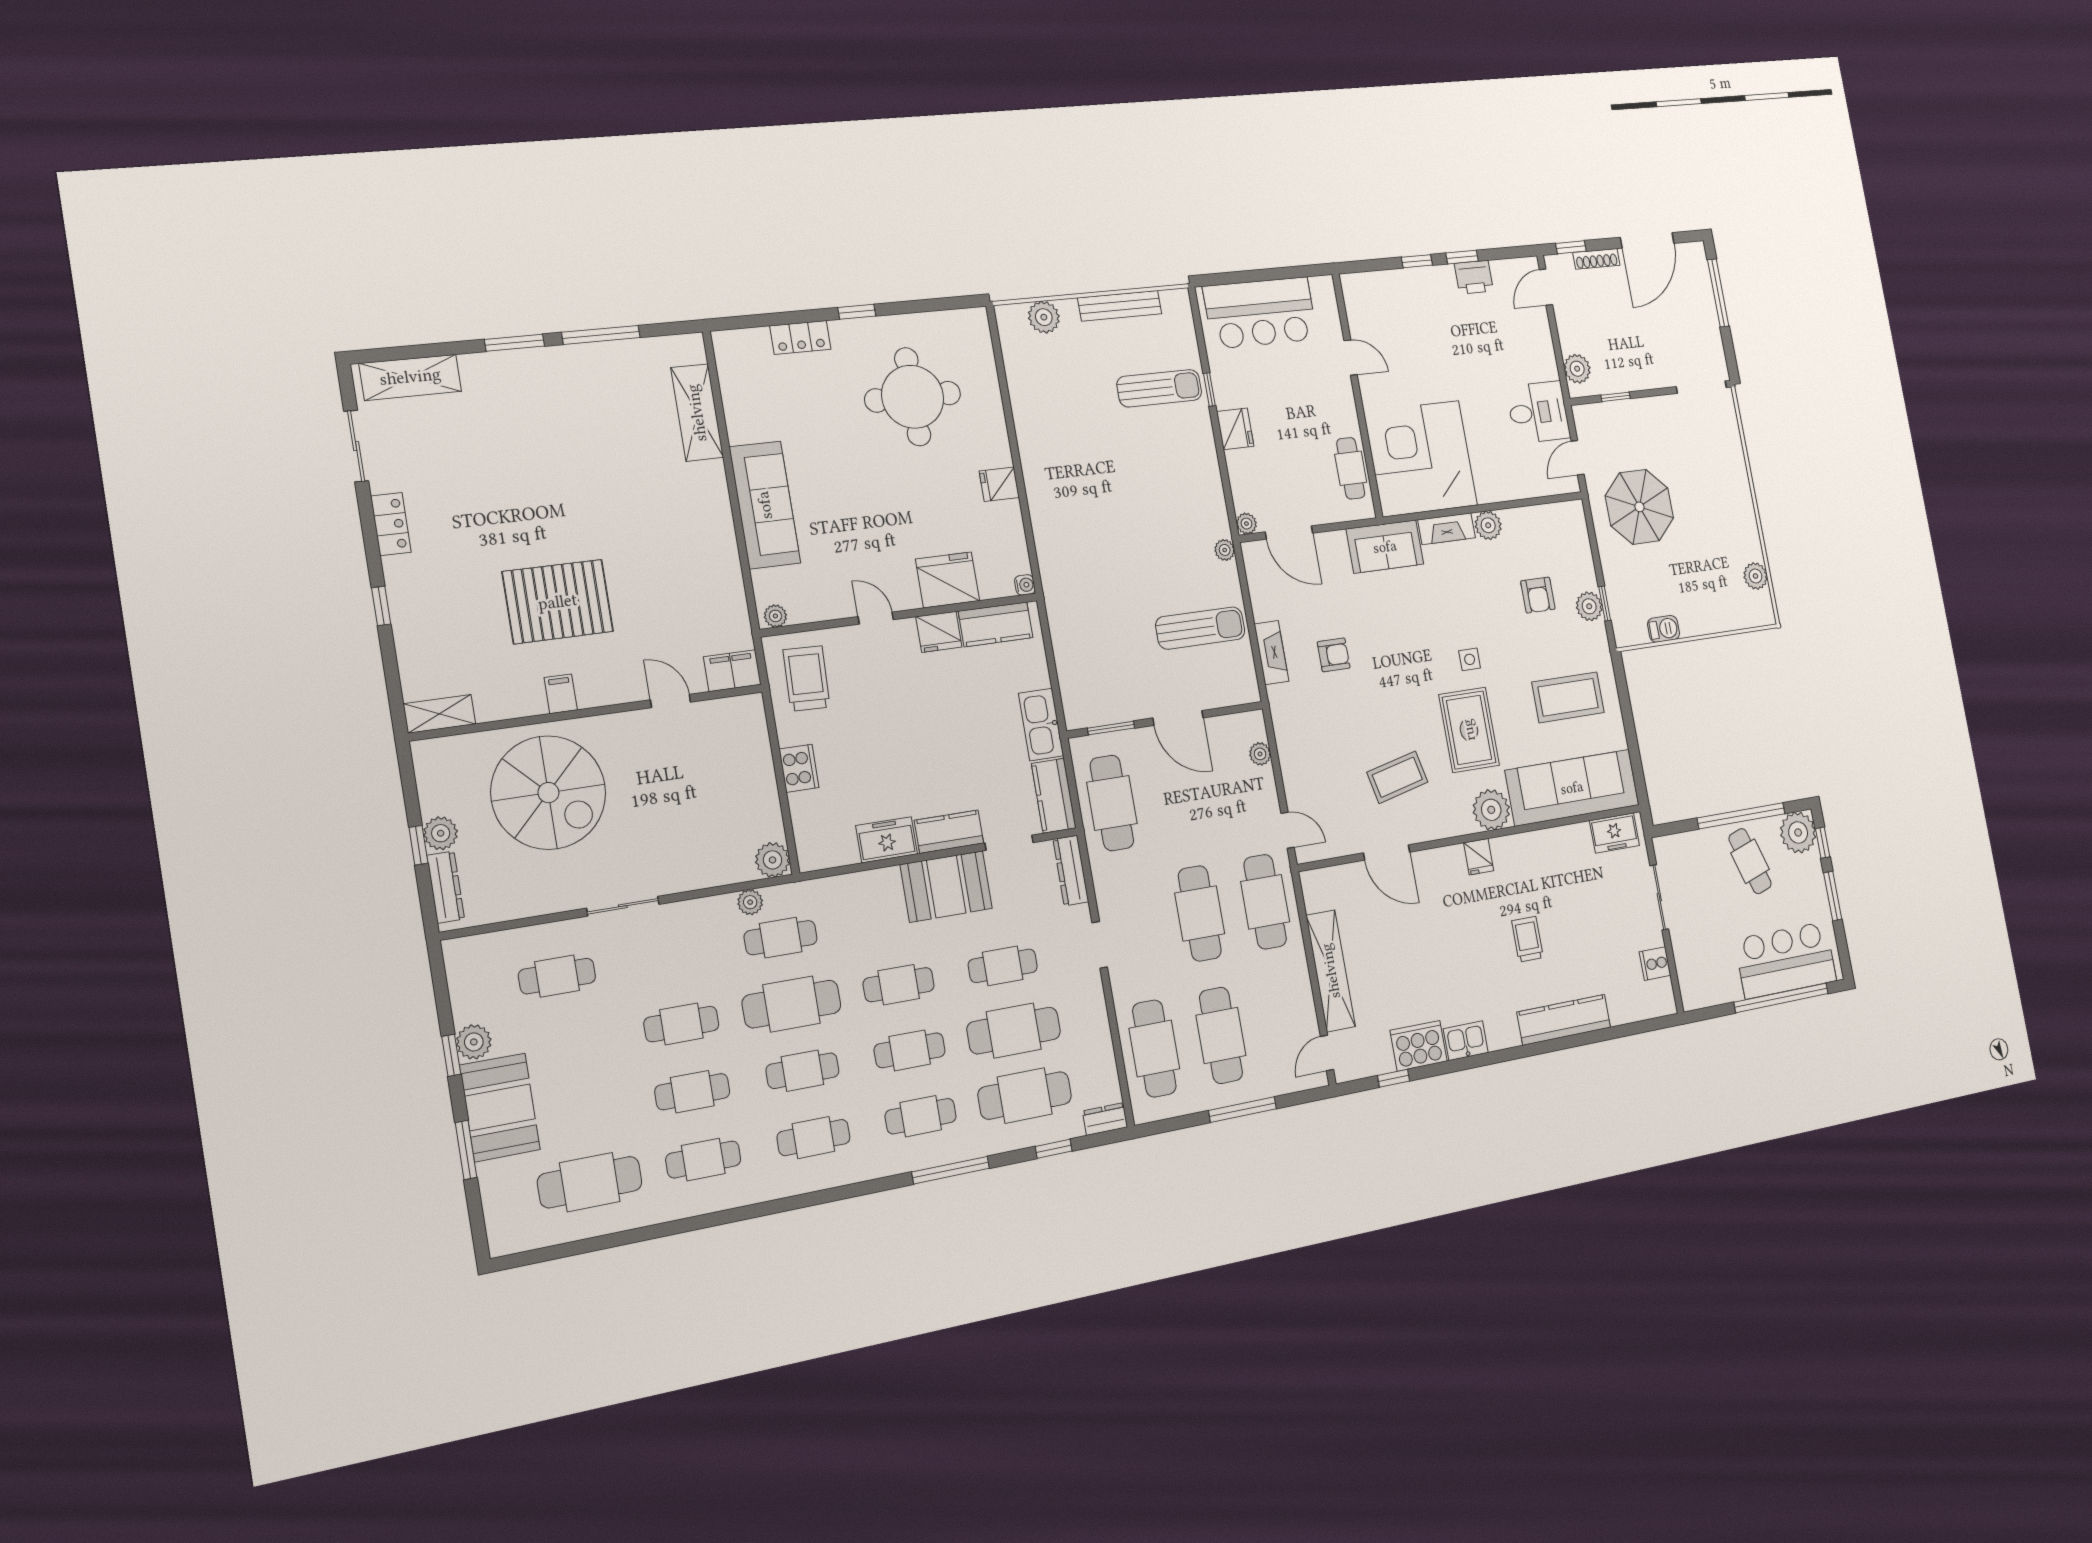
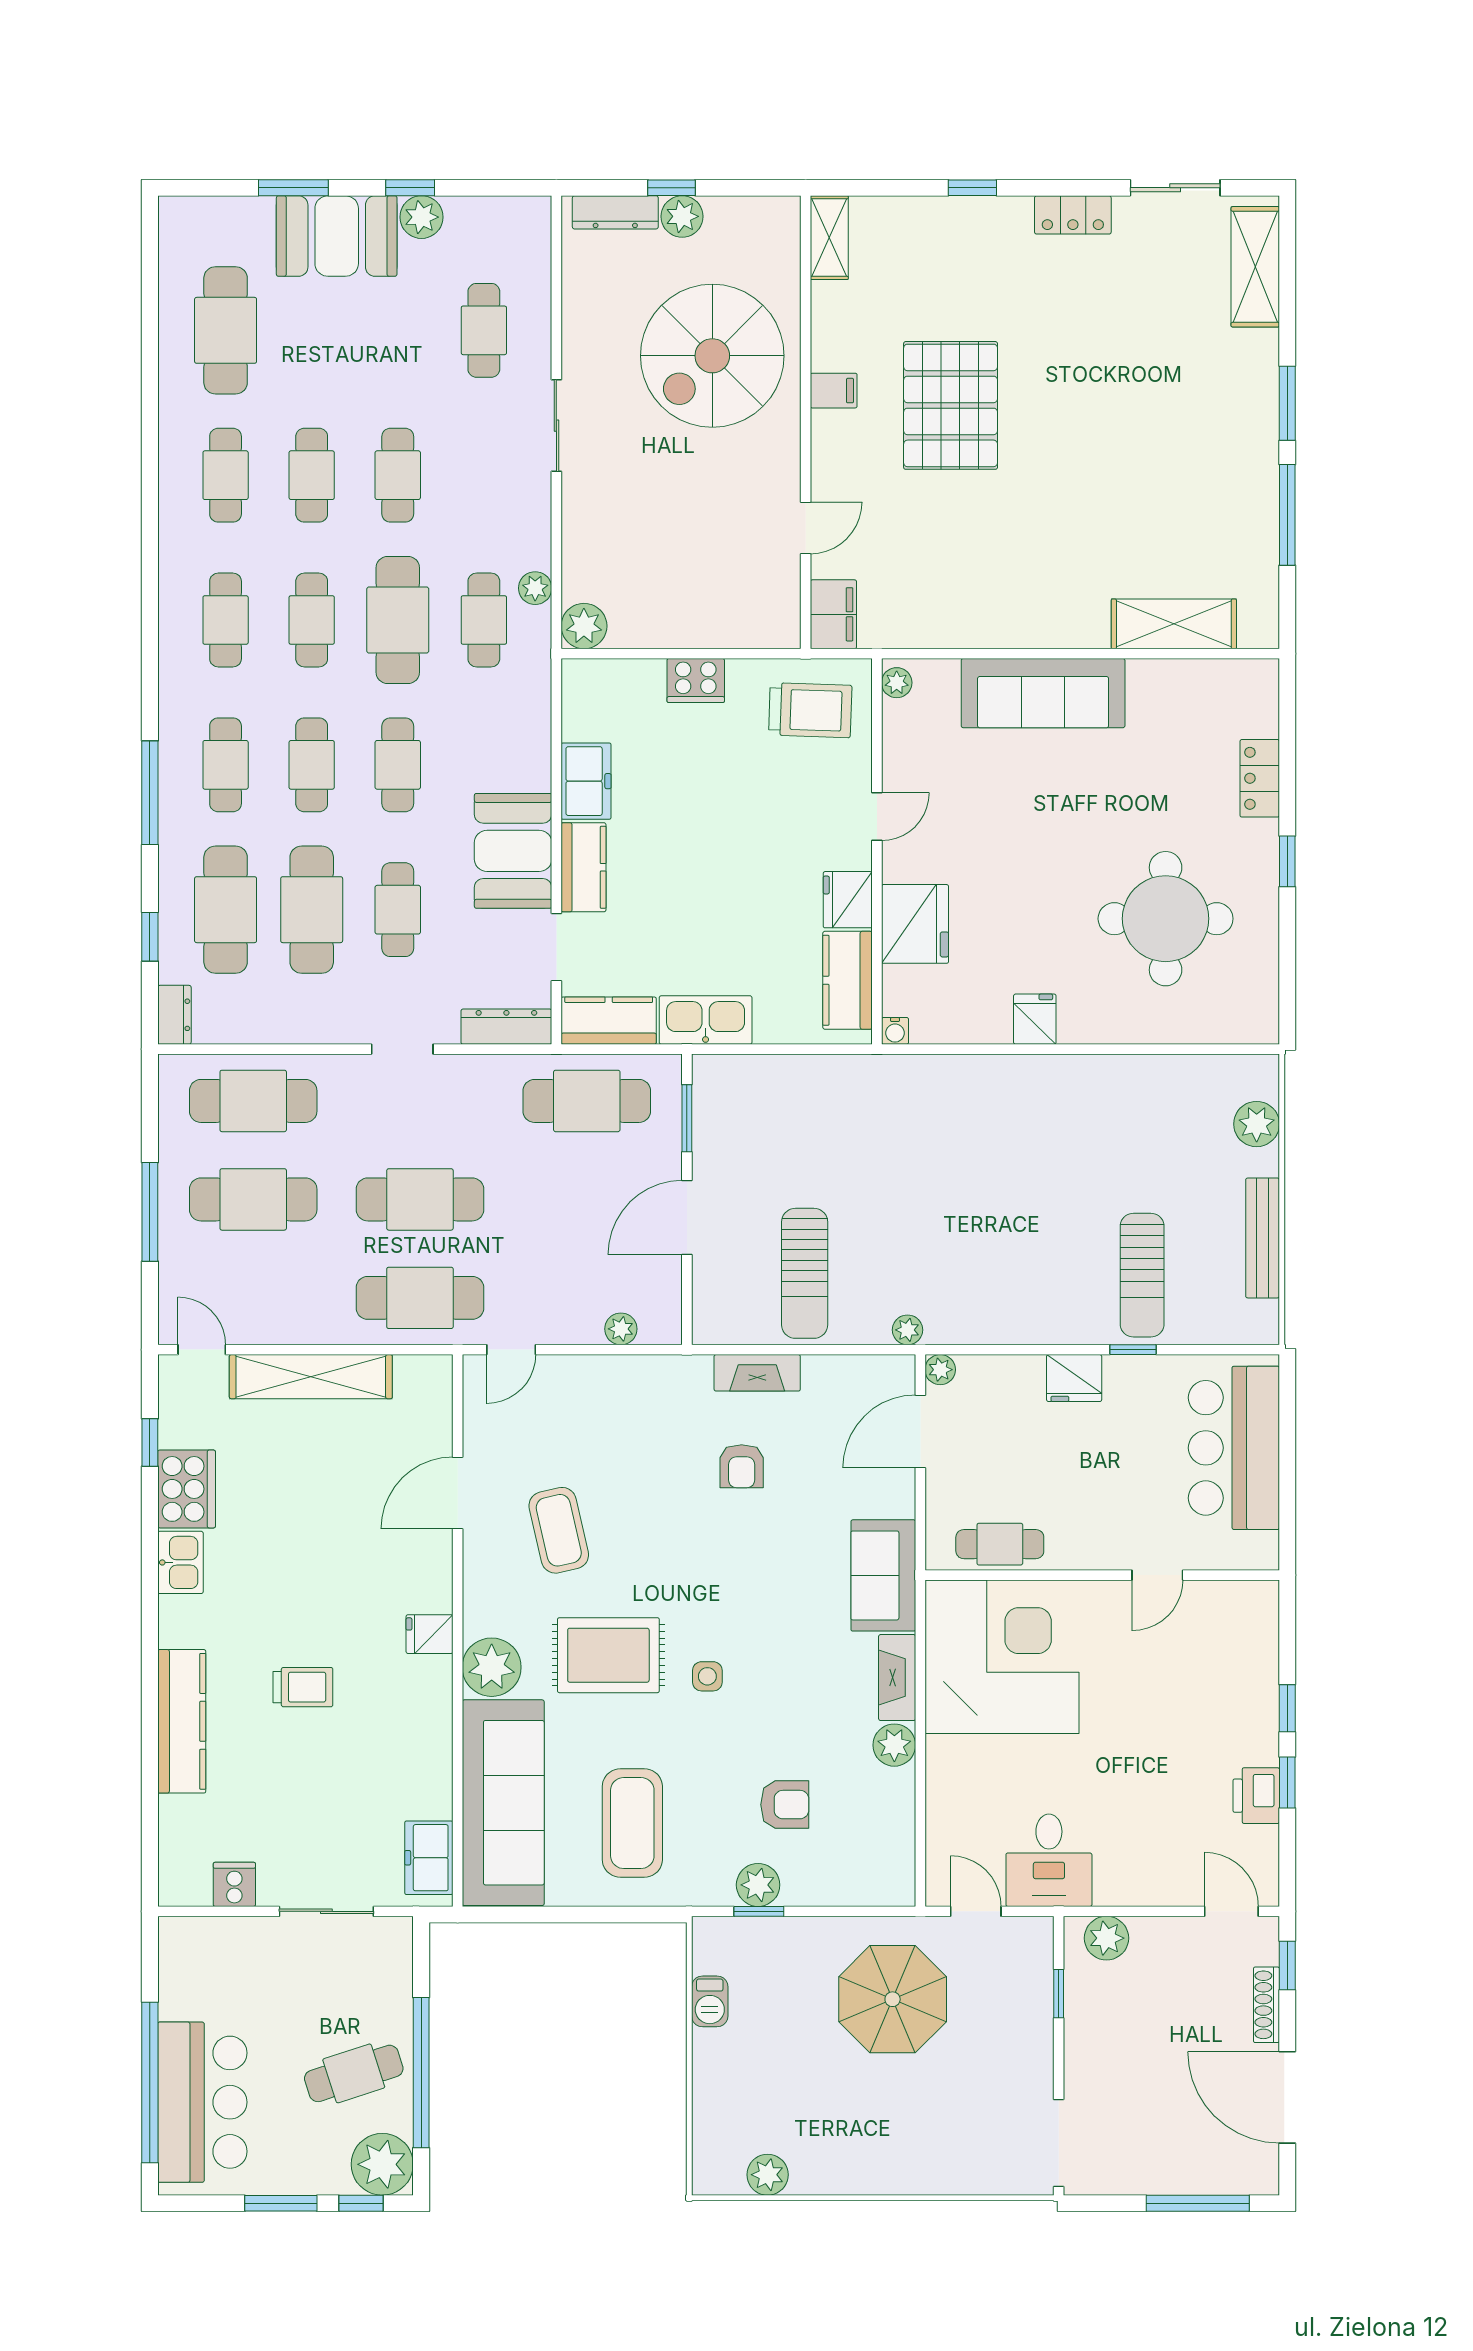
armchair: (1538, 595) -> (785, 1805), turned 180

